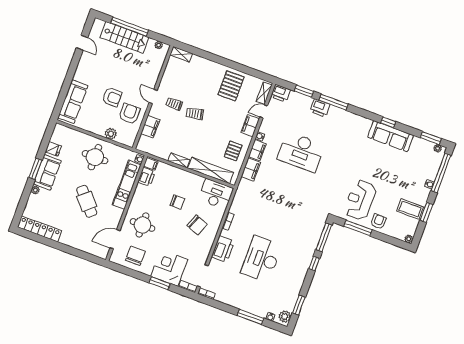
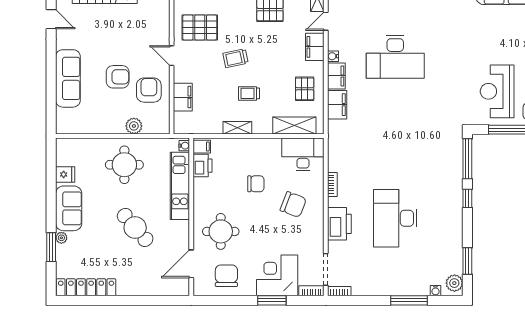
pallet: (179, 85) -> (200, 27), added
sofa: (73, 102) -> (68, 78), moved
trolley: (174, 104) -> (249, 93), moved
window: (35, 169) -> (51, 247), moved
shelving: (211, 170) -> (294, 126), width x0.68

